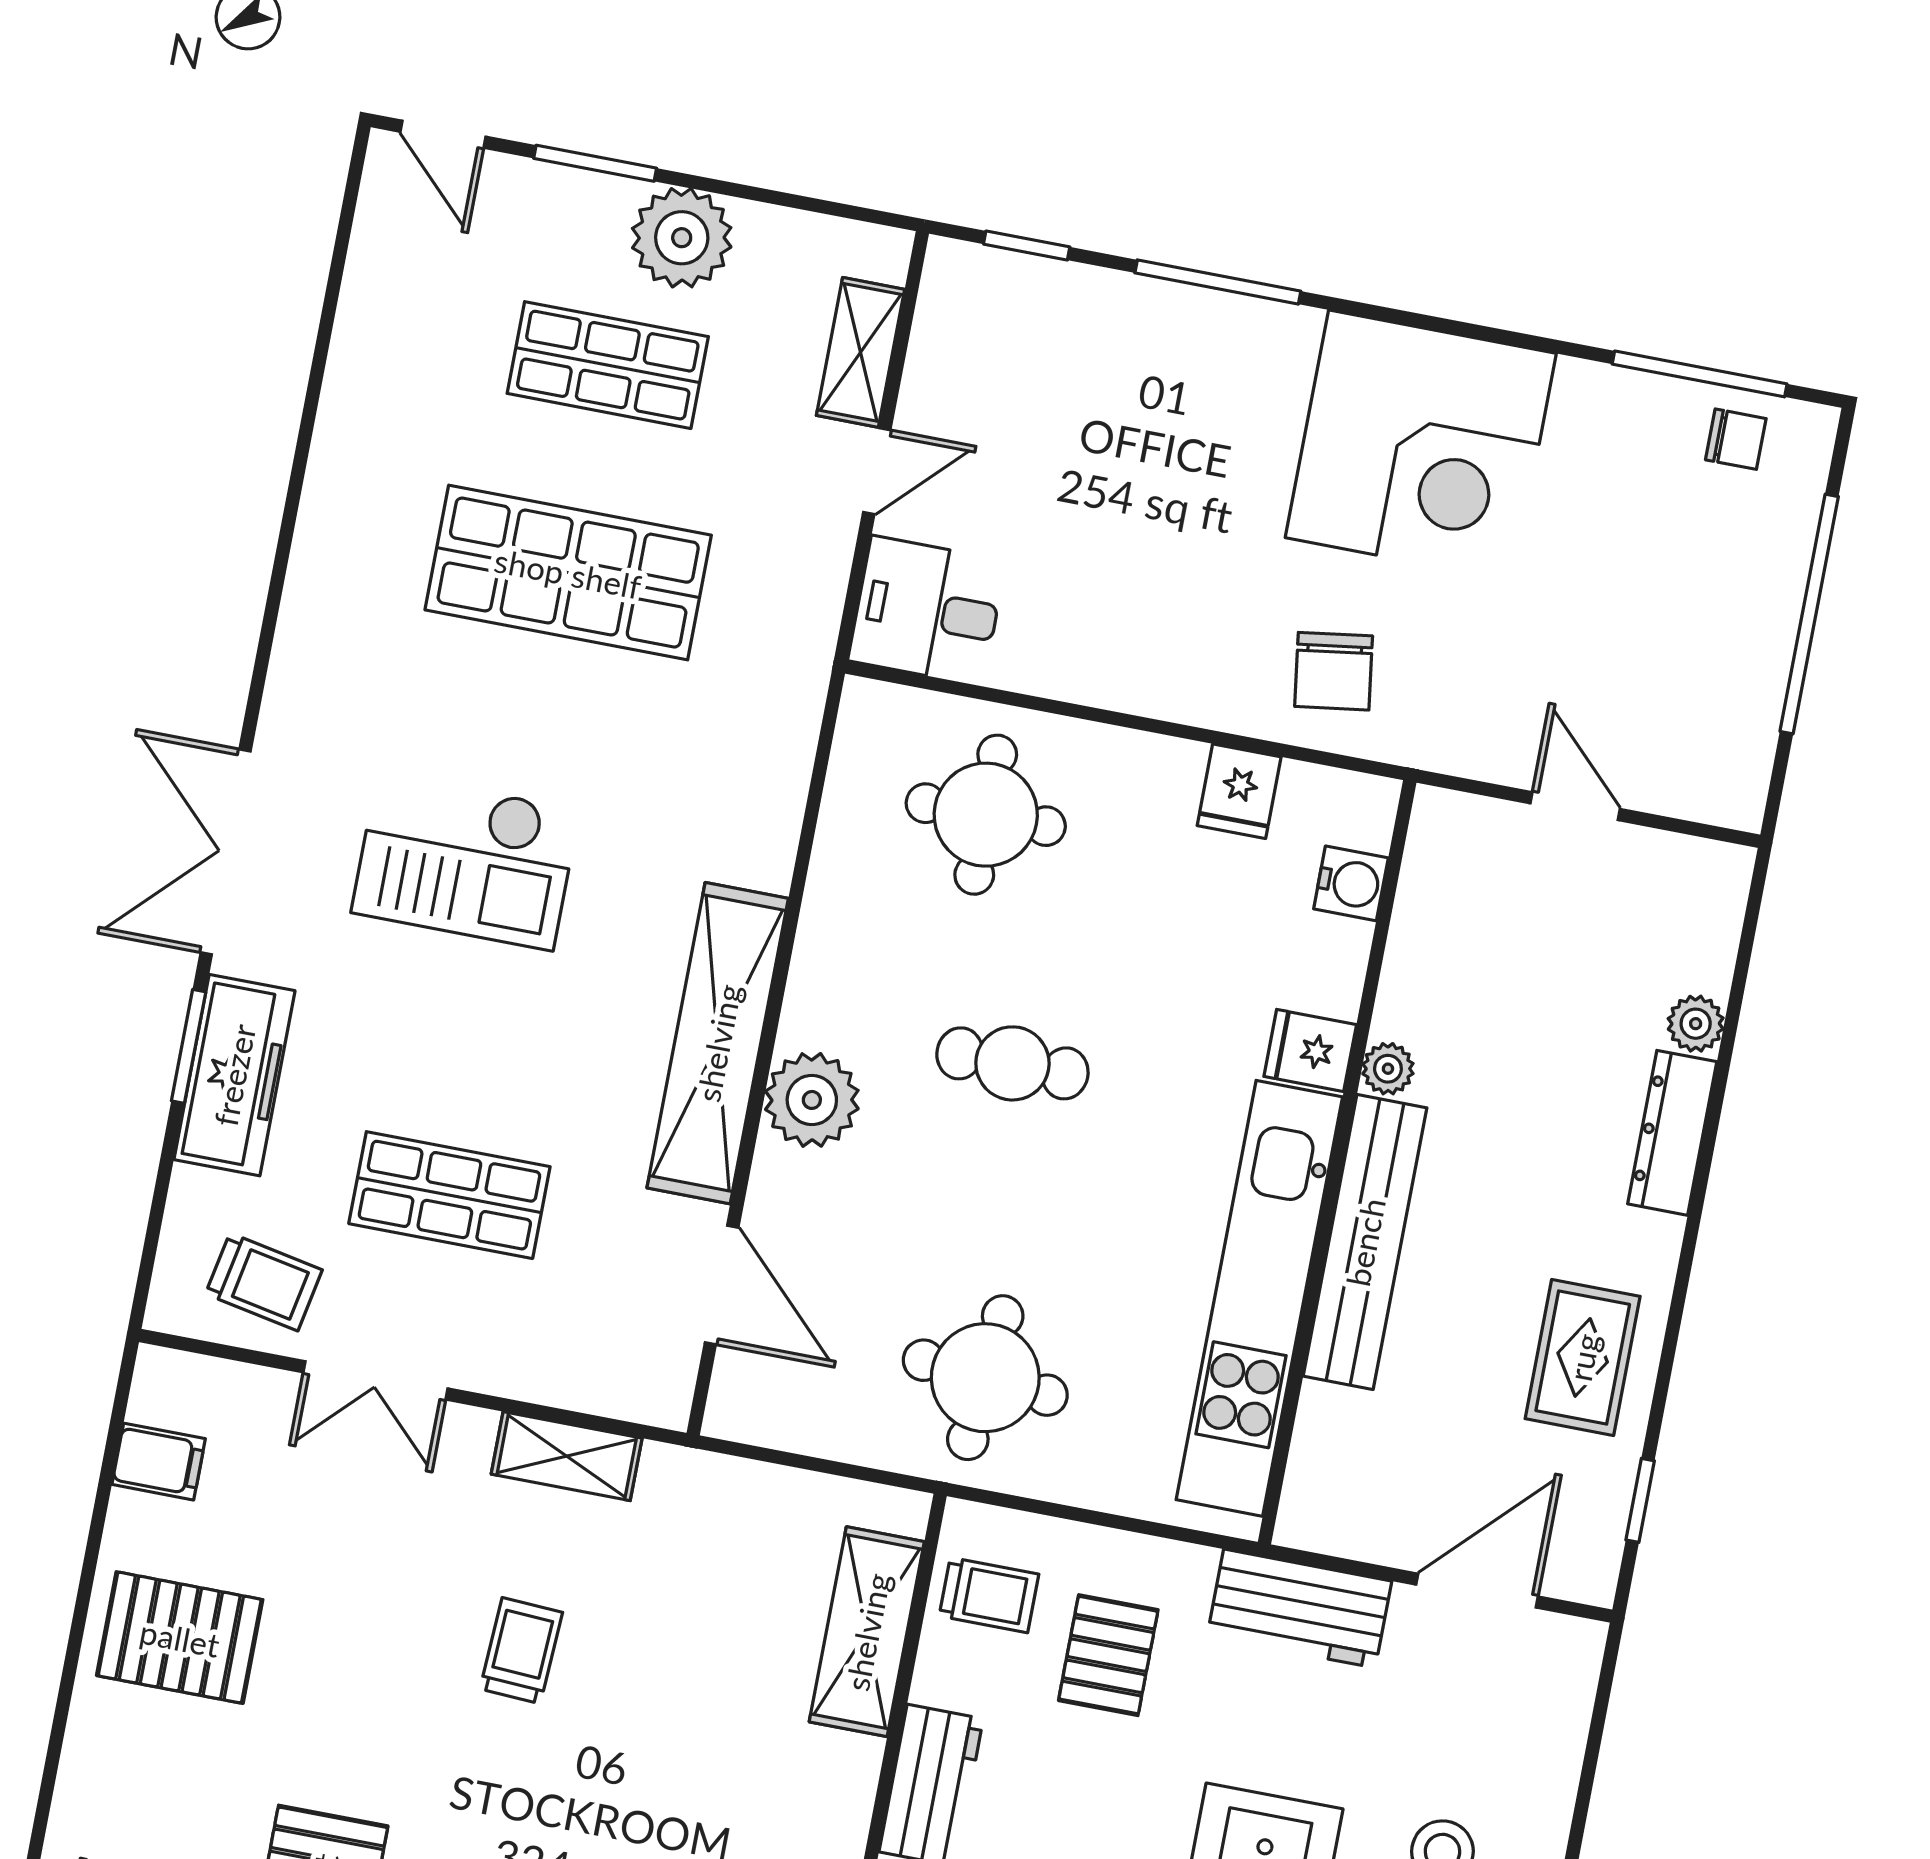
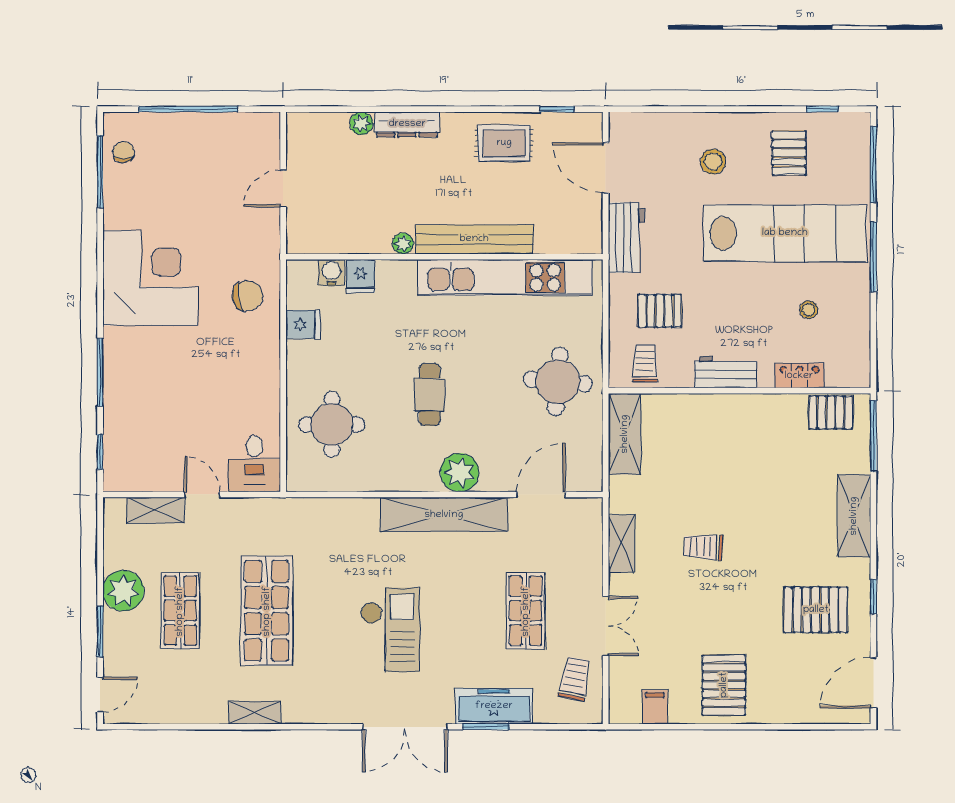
shelving: (329, 497) -> (255, 713), added
fridge: (1310, 1050) -> (361, 276), moved
shelving: (867, 1632) -> (625, 434), moved, turned 90

